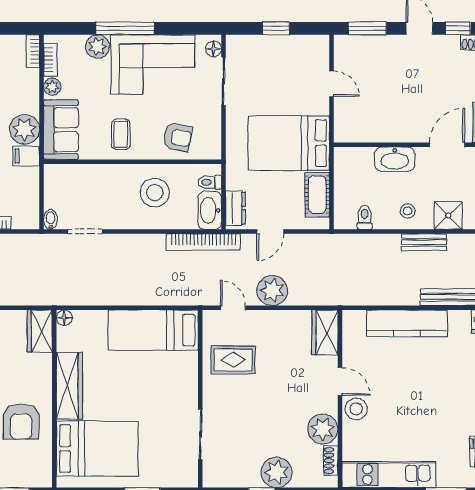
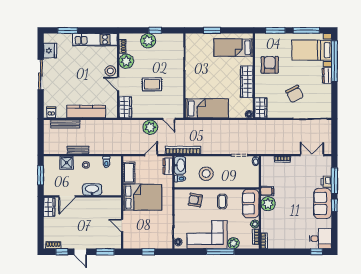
rug: (233, 360) -> (152, 84), moved
bed: (97, 449) -> (233, 48), width x0.67

